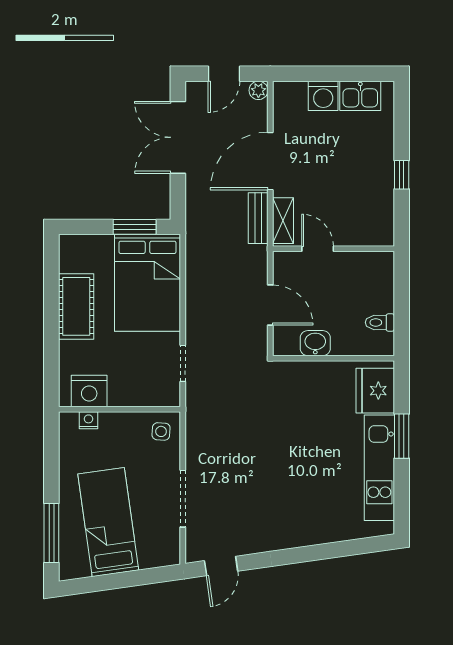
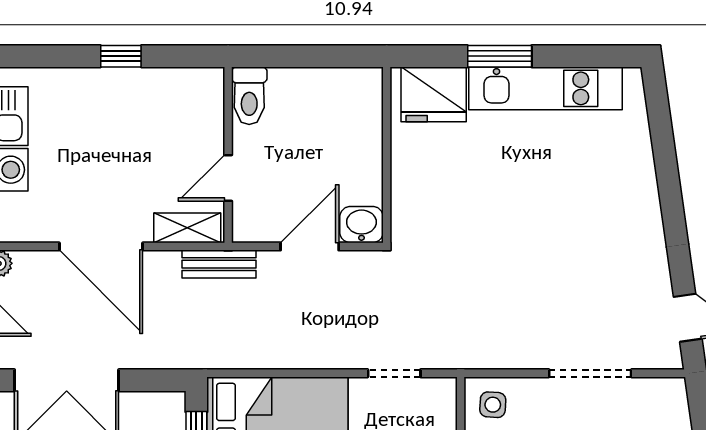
bench: (258, 218) -> (219, 264), moved
toilet: (380, 322) -> (249, 96), moved, width x1.37, depth x1.39
washbasin: (315, 343) -> (361, 225), moved, turned 90

